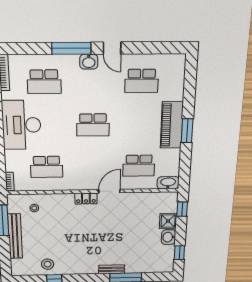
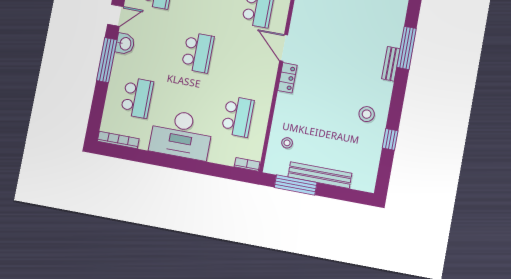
stool: (48, 264) -> (367, 114), moved

